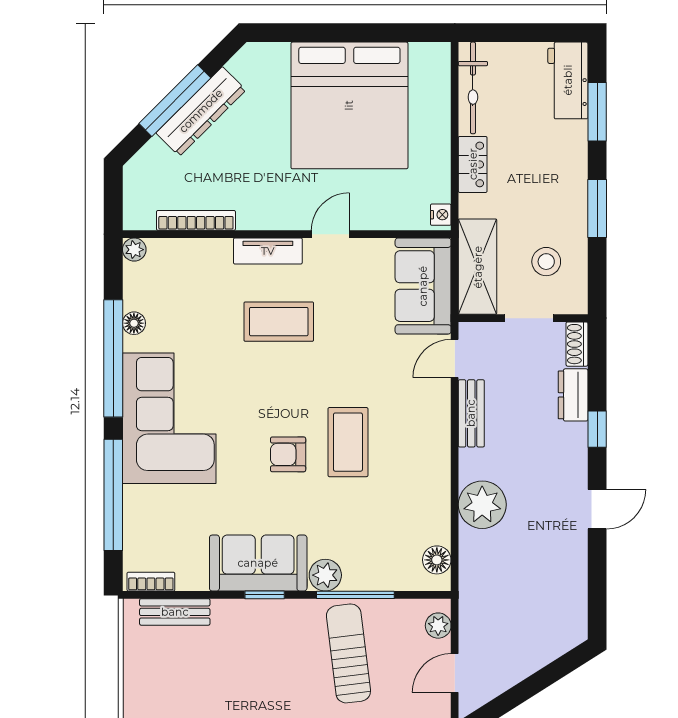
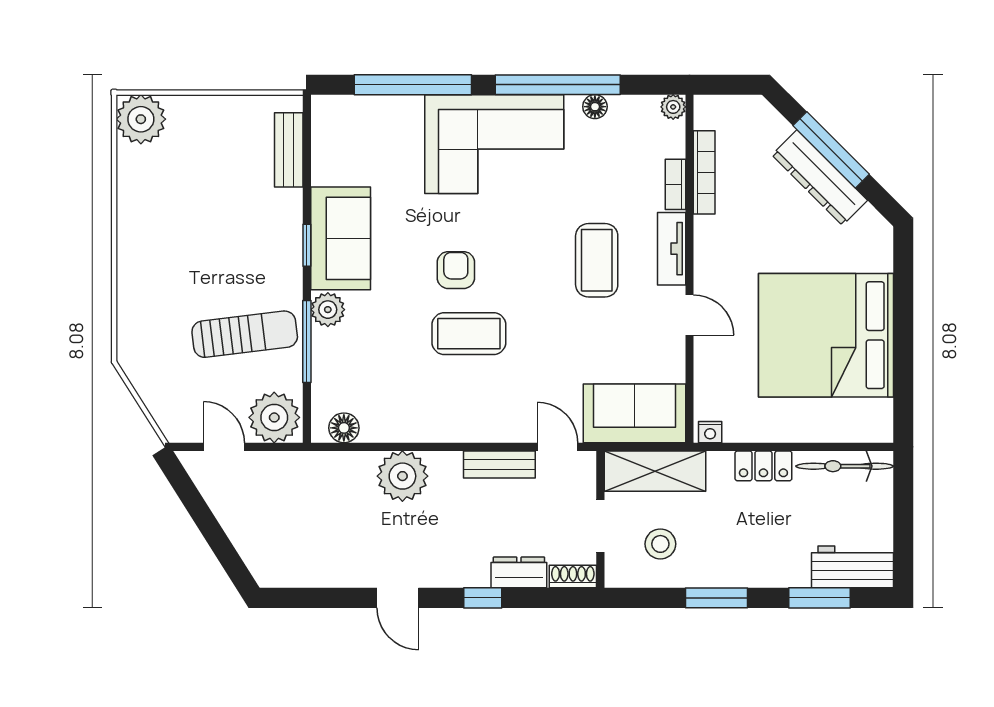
bookcase: (151, 582) -> (675, 184), moved, turned 180
plant: (438, 626) -> (274, 417), width x1.88, depth x1.88

